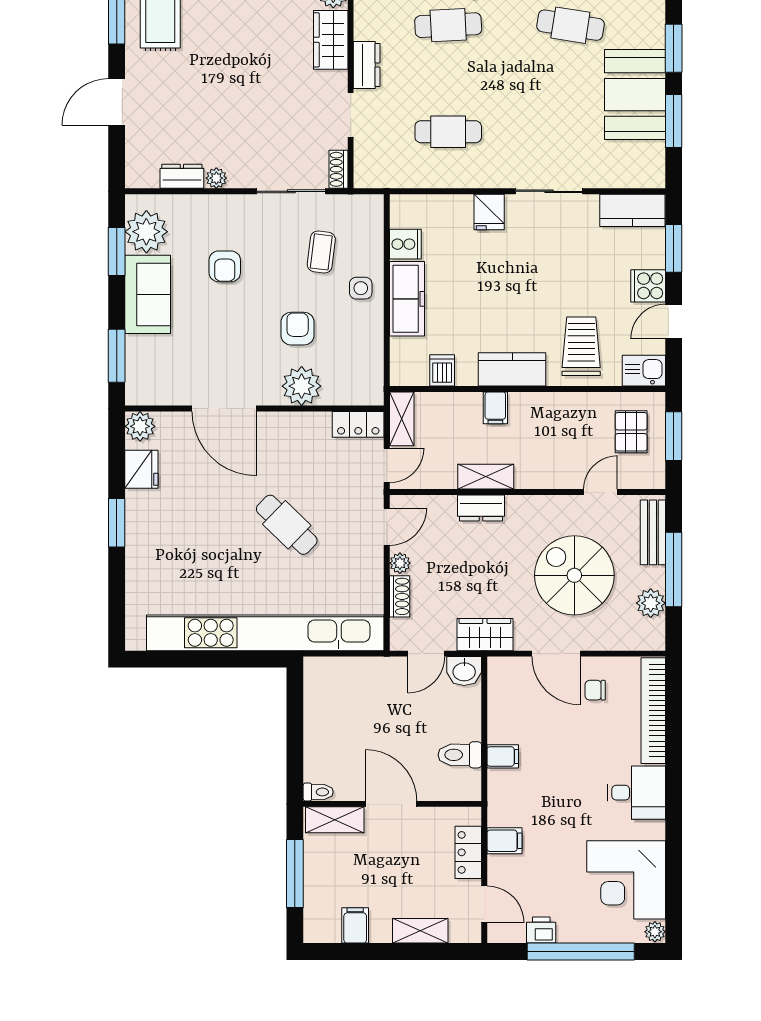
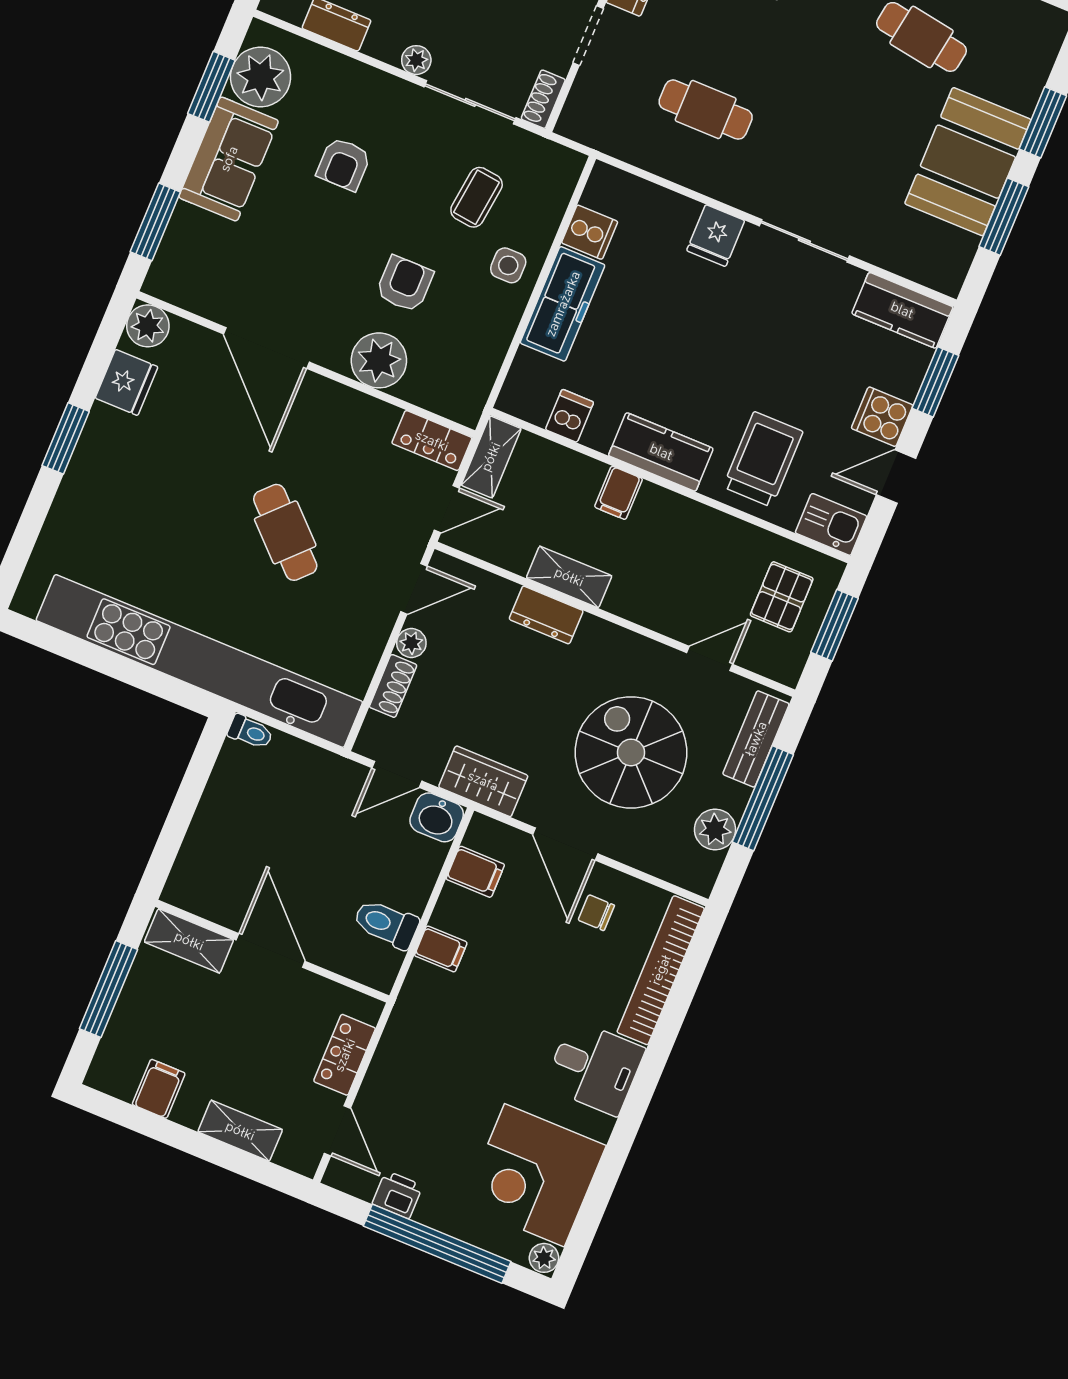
plant: (216, 178) -> (416, 60), moved
toilet: (318, 792) -> (250, 732), moved
filing cabinet: (504, 841) -> (475, 872), moved

